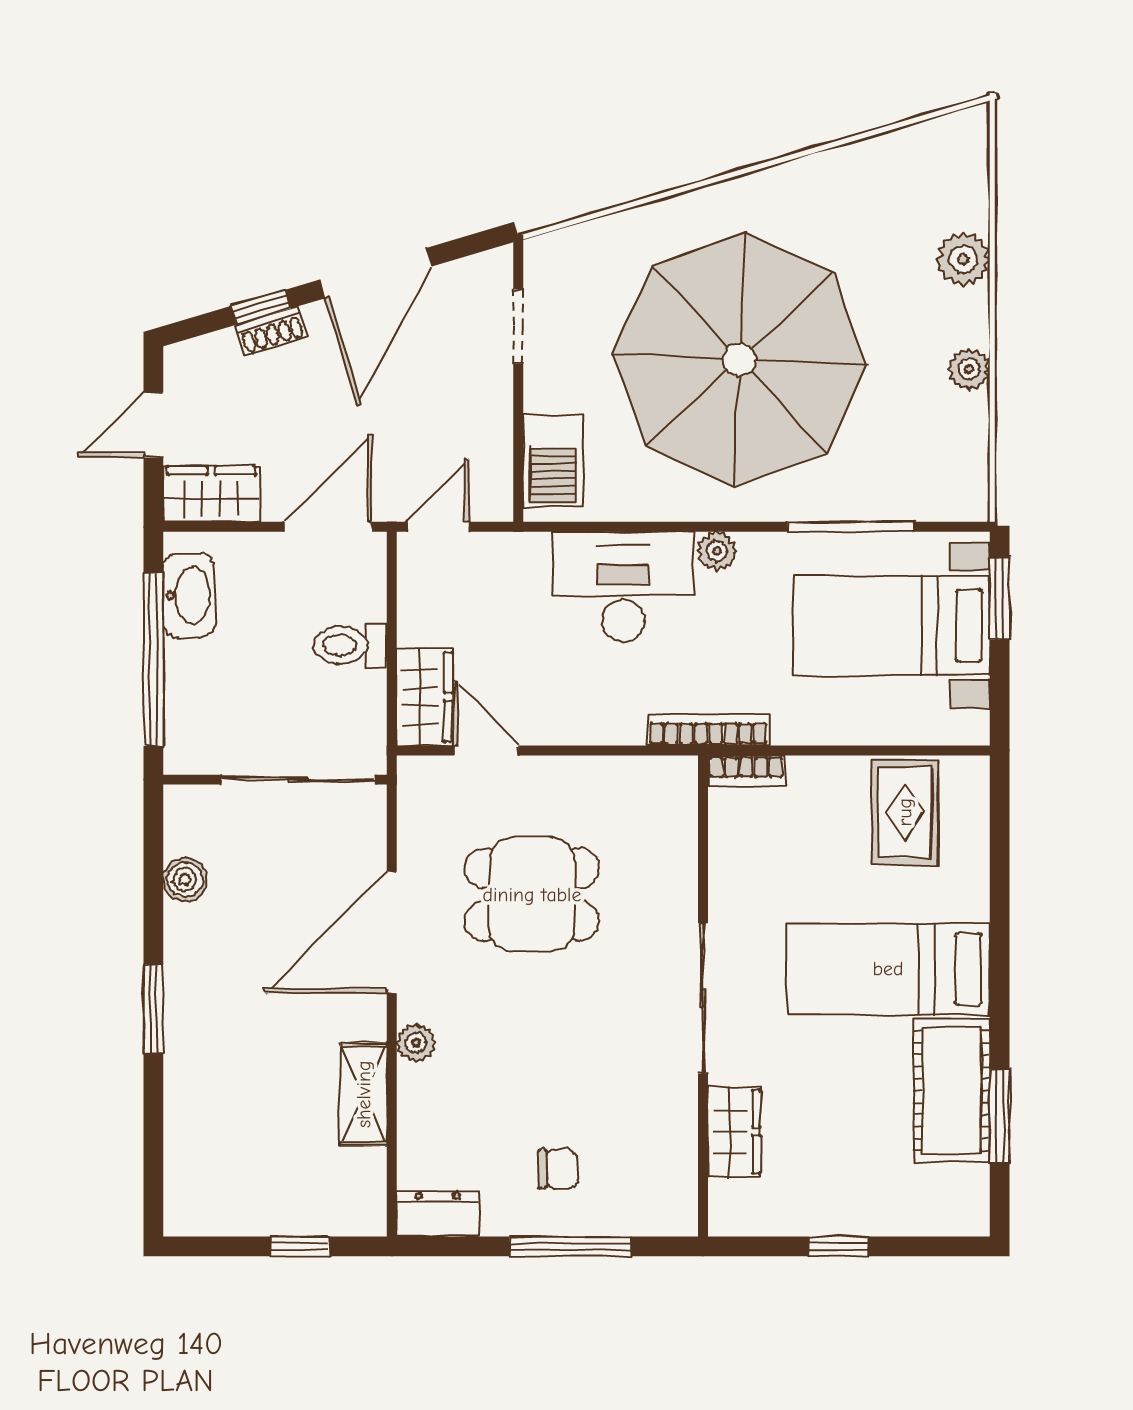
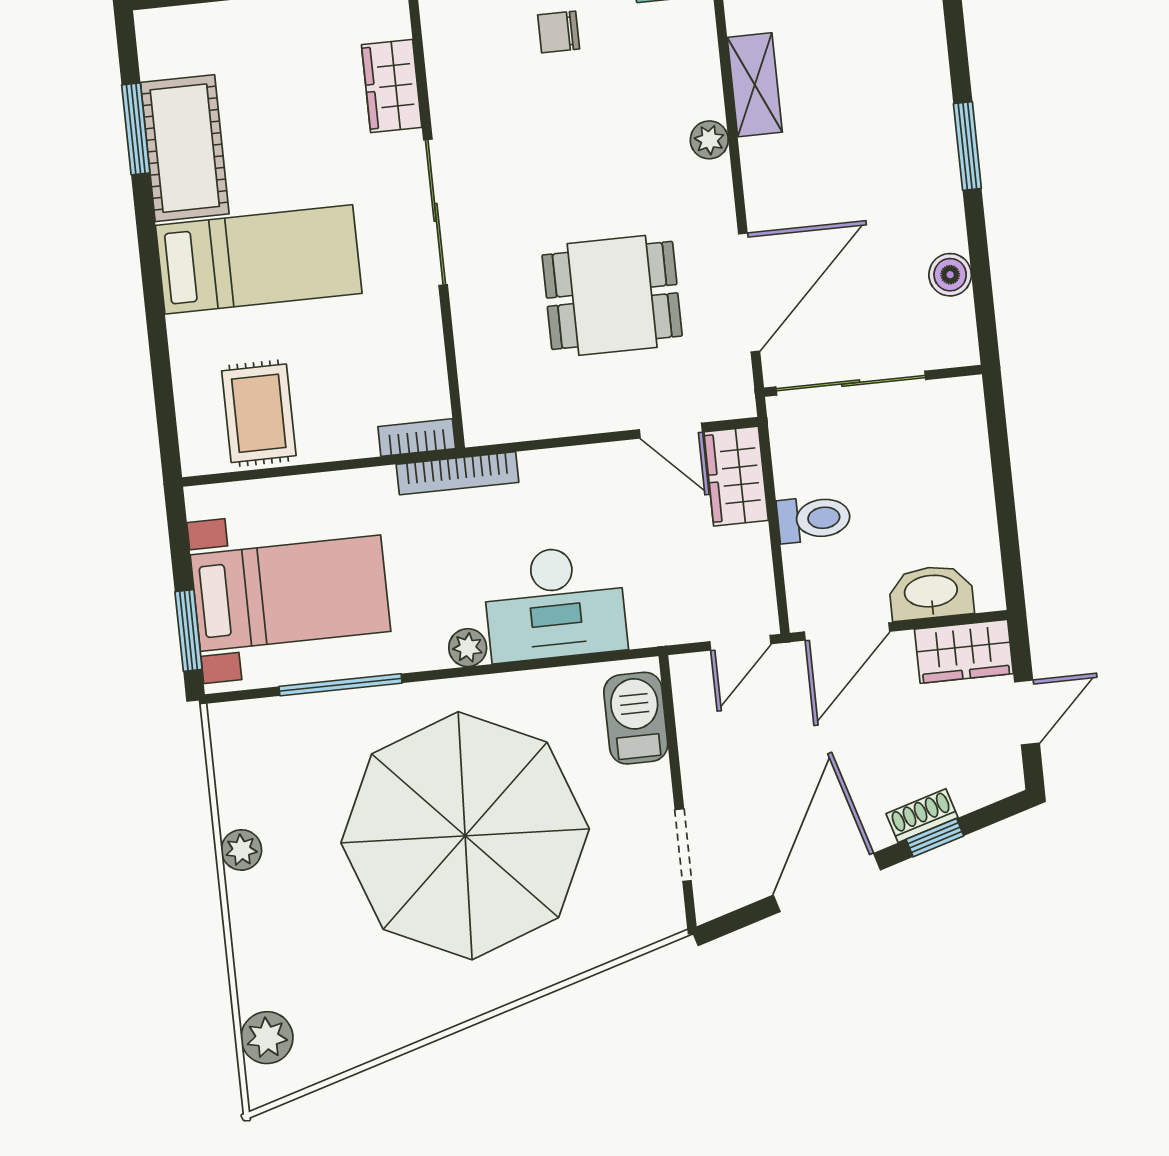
plant: (963, 259) -> (267, 1038), moved
washbasin: (189, 595) -> (931, 593), moved, turned 90
window: (153, 659) -> (1003, 485), removed
door: (392, 932) -> (749, 293), moved

